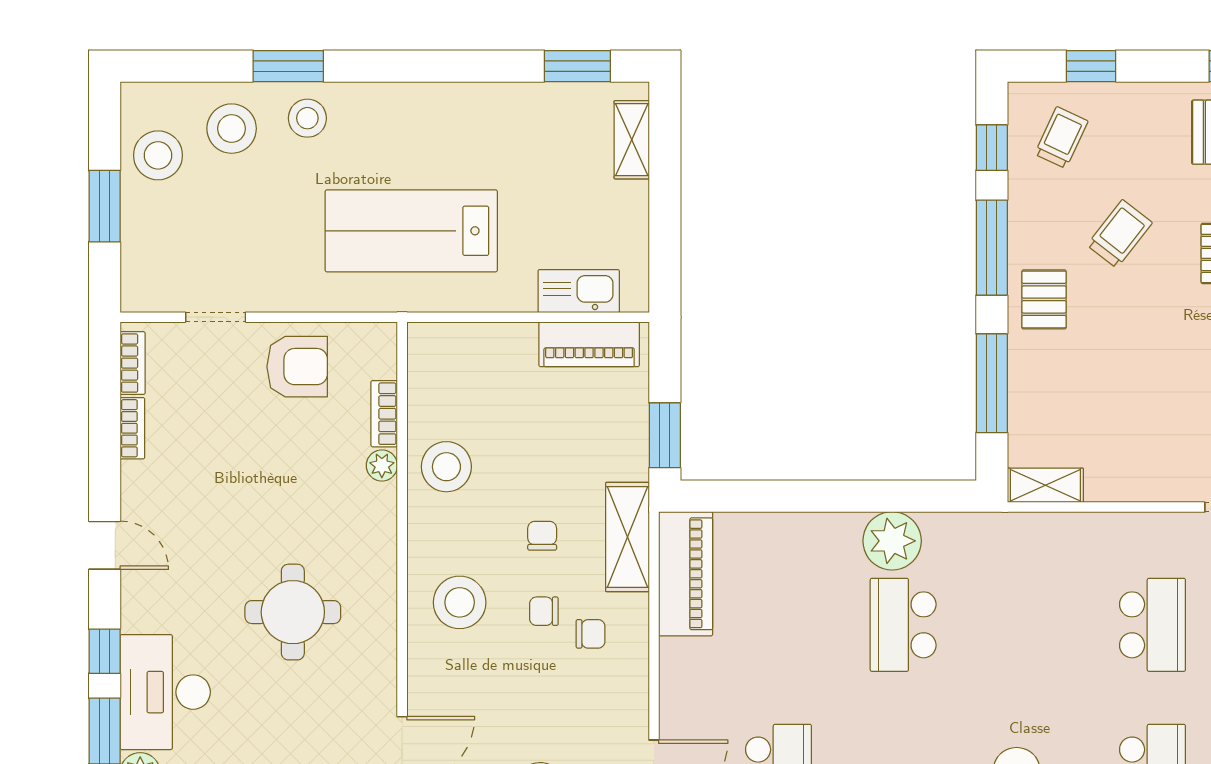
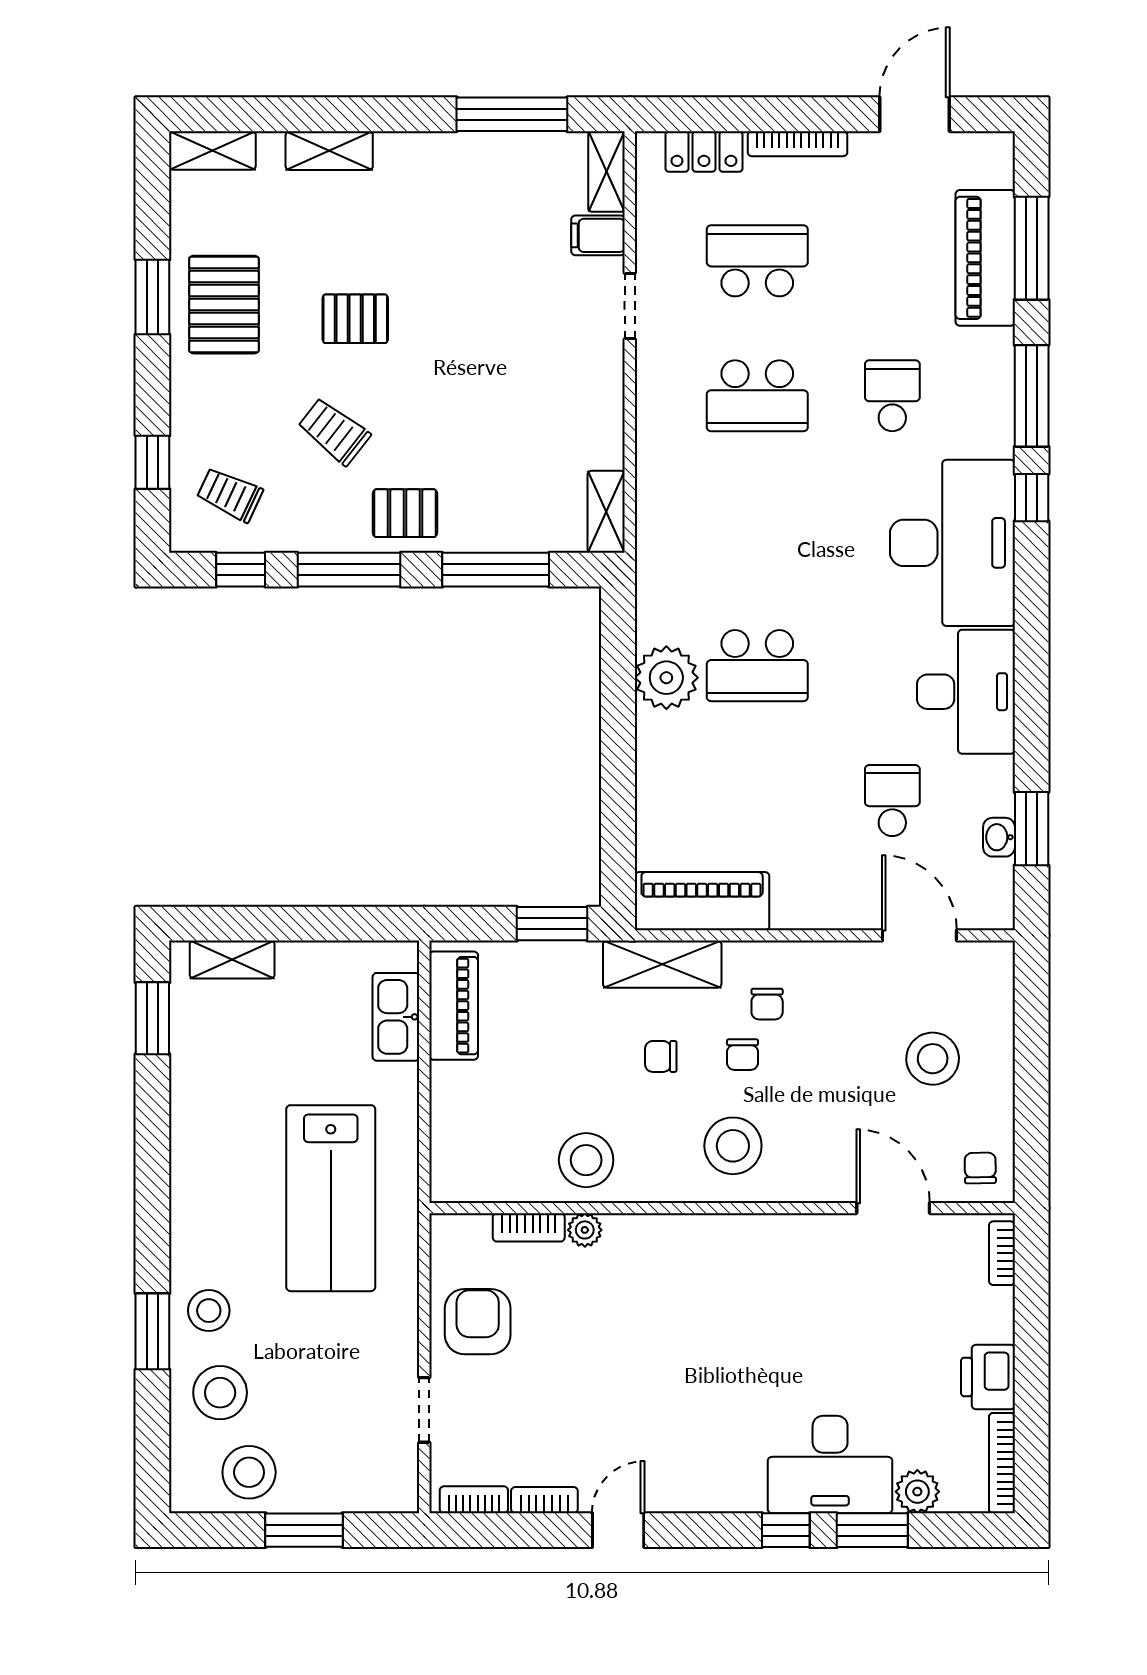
door: (105, 545) -> (618, 1530), moved
round table: (293, 612) -> (743, 1326), removed
school desk: (1153, 625) -> (757, 396), turned 180
chair: (591, 634) -> (767, 1004), turned 180

